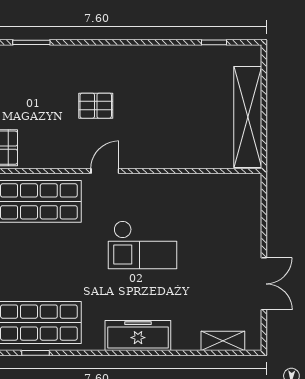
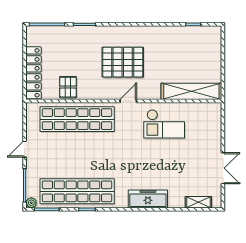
pallet: (96, 106) -> (123, 62), width x2.05, depth x2.00
shelving: (248, 117) -> (191, 91), moved, turned 90
checkout: (142, 245) -> (164, 124), moved

